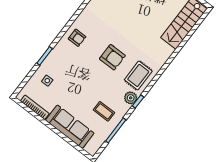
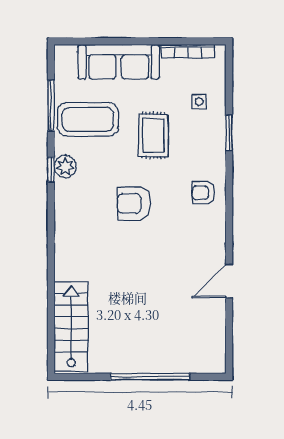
rug: (138, 75) -> (153, 135), moved
coffee table: (104, 111) -> (88, 119), width x1.86, depth x1.72

